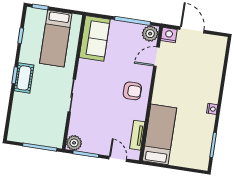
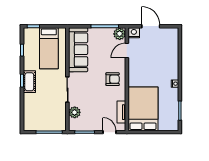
sofa: (95, 38) -> (78, 50), width x1.36
bed: (159, 134) -> (143, 109), width x1.50
plant: (74, 143) -> (75, 112), moved

